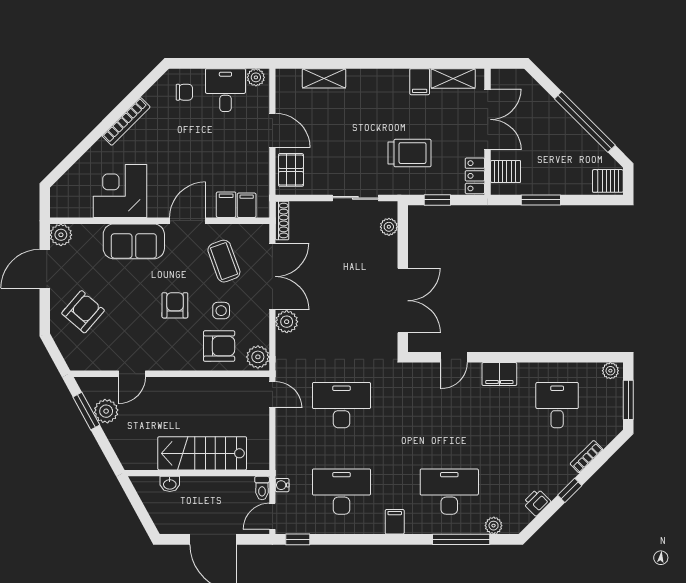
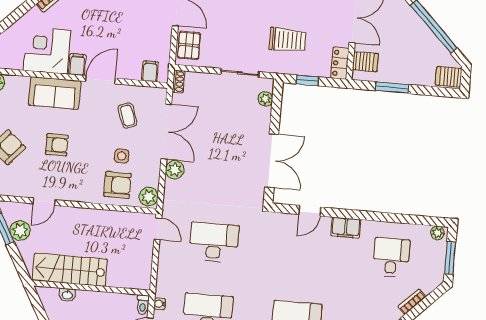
filing cabinet: (226, 205) -> (77, 65), moved
shoe rack: (282, 220) -> (179, 81), width x0.70
coffee table: (224, 261) -> (127, 115), width x0.73, depth x0.77
armchair: (175, 305) -> (57, 145), moved, turned 90
stairs: (202, 453) -> (70, 270), moved

